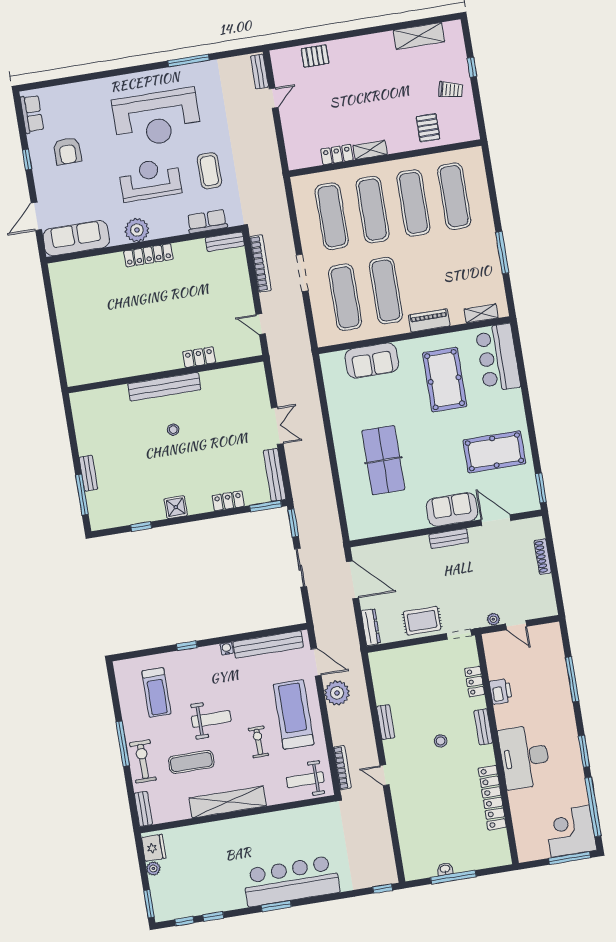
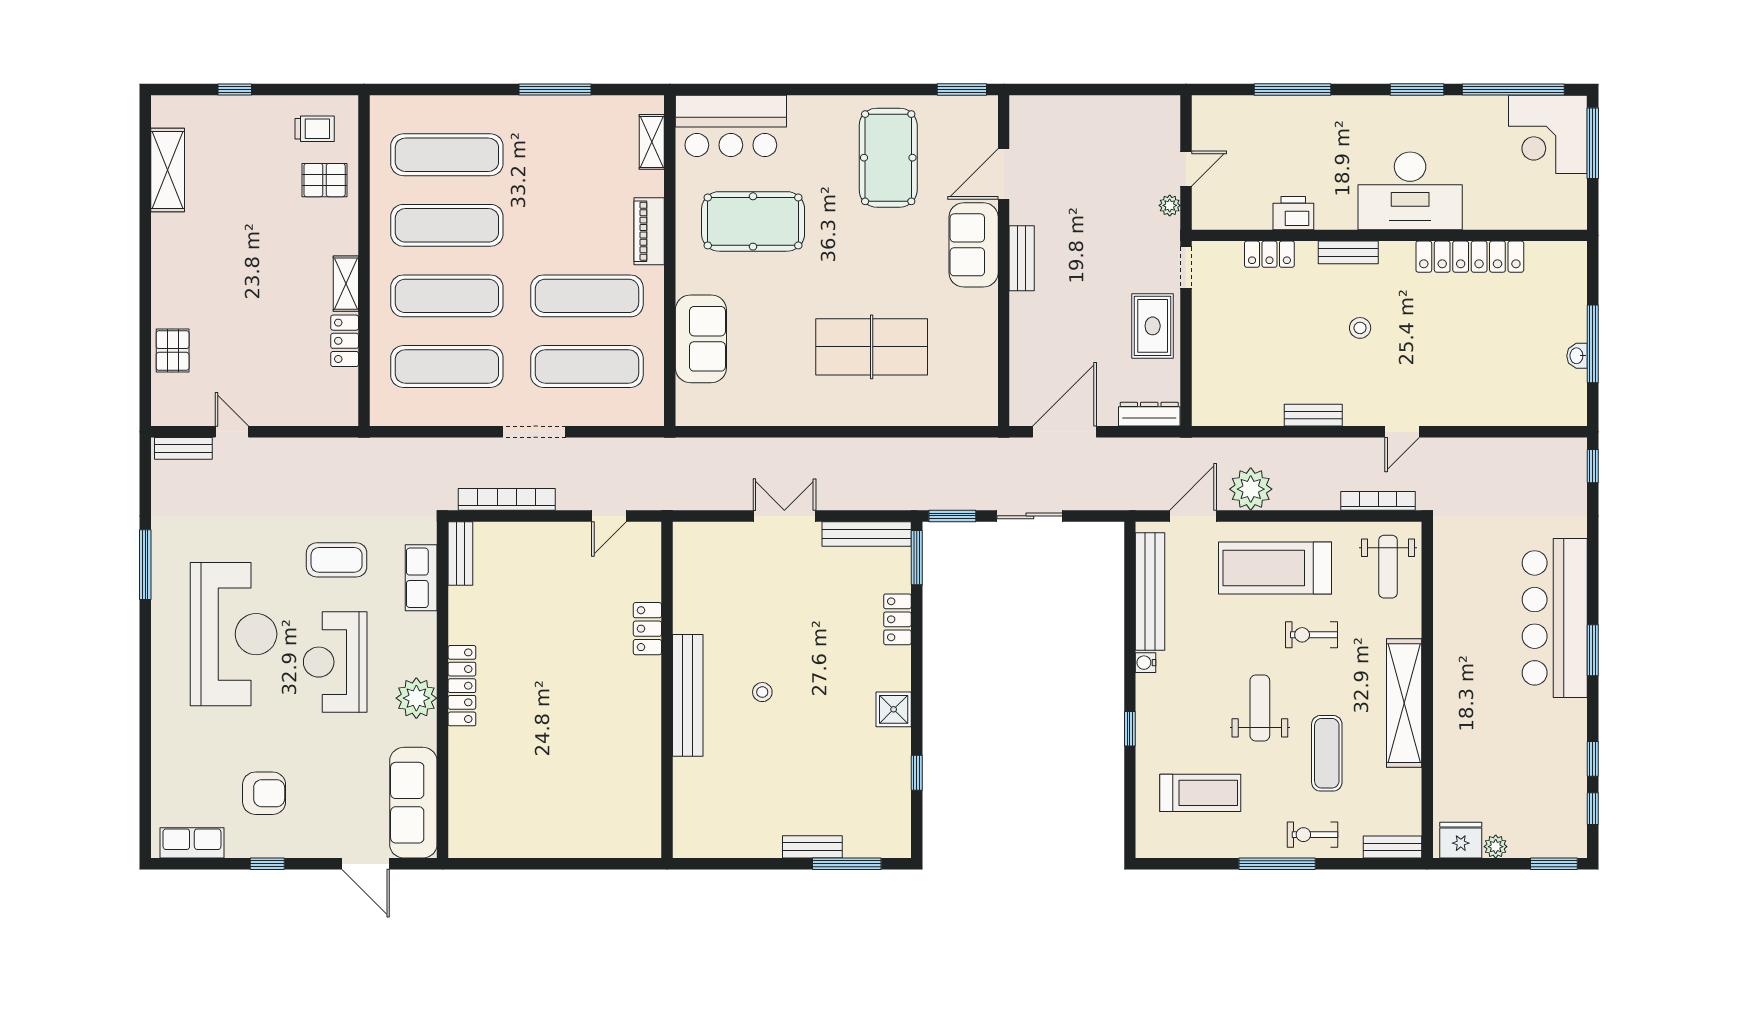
trolley: (451, 90) -> (315, 129), moved, turned 76
shoe rack: (543, 557) -> (1078, 105), removed
exercise bike: (143, 761) -> (1312, 835), width x0.73, depth x0.72

